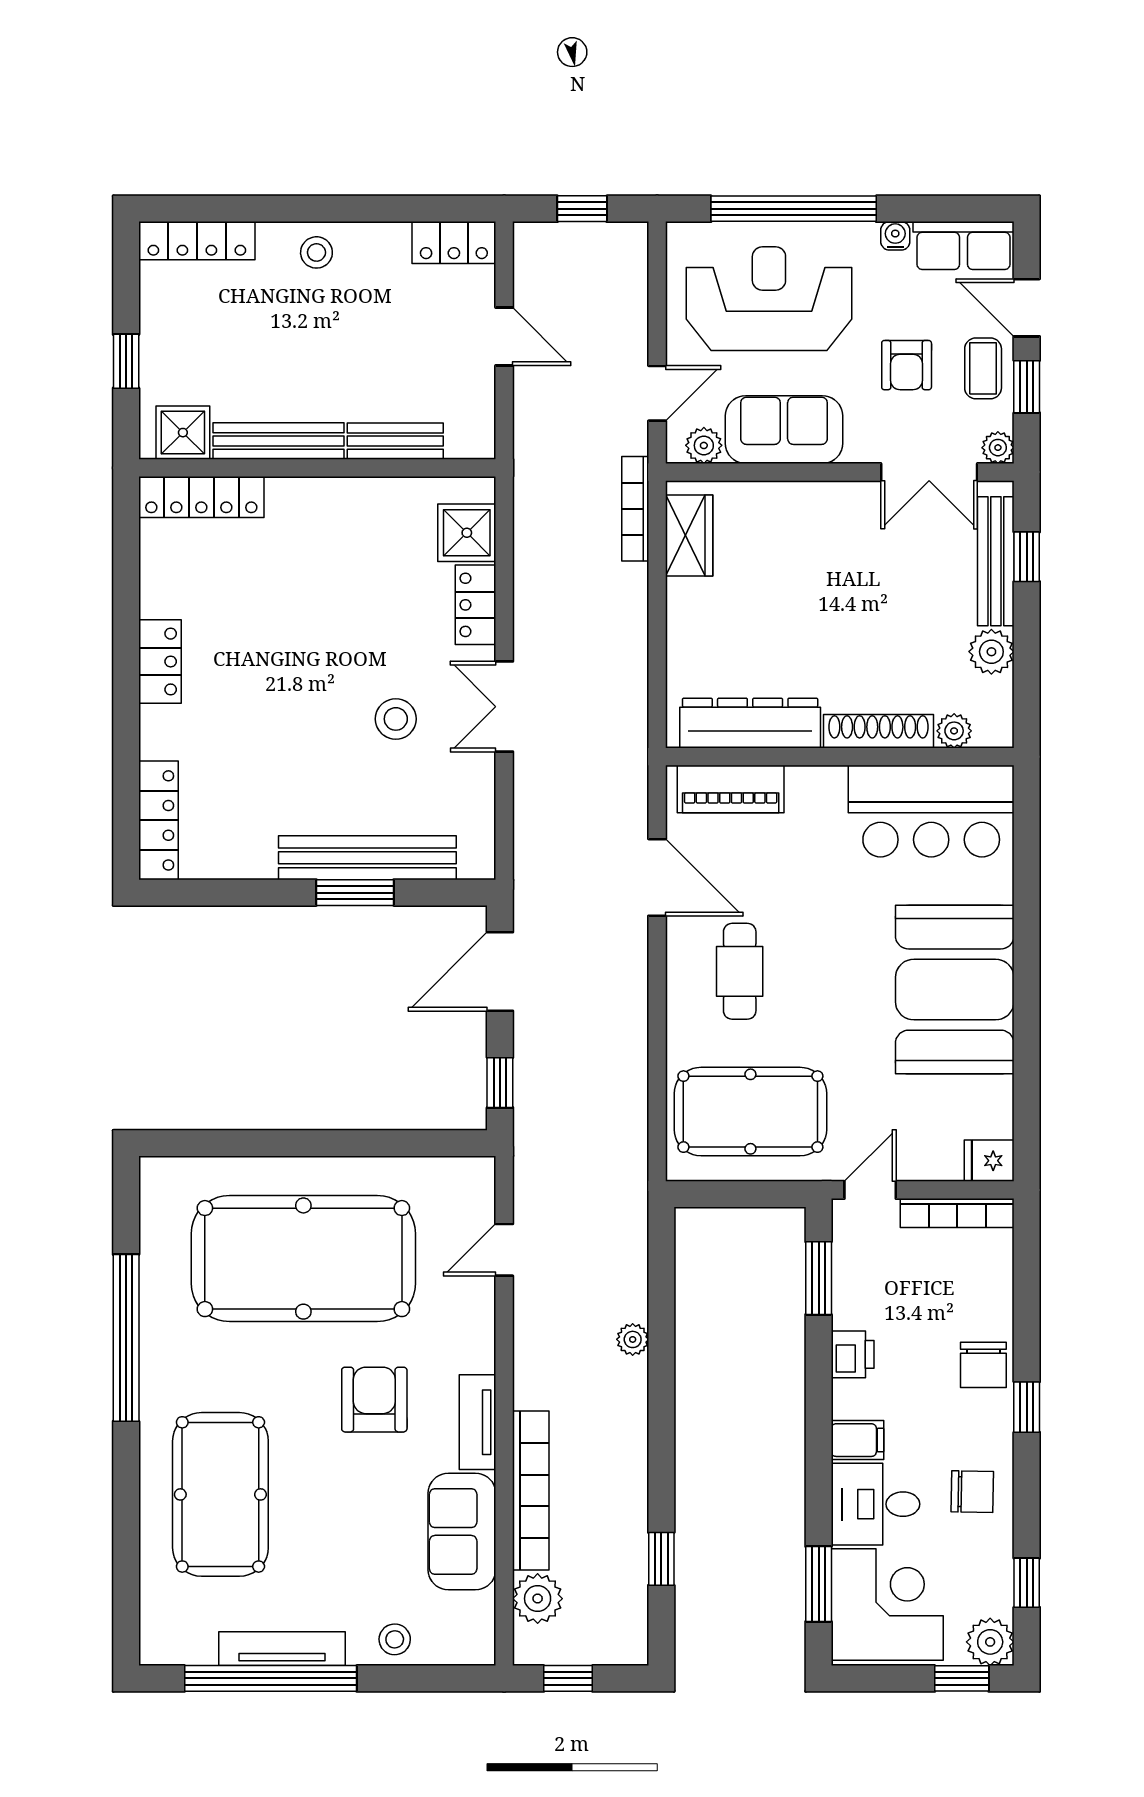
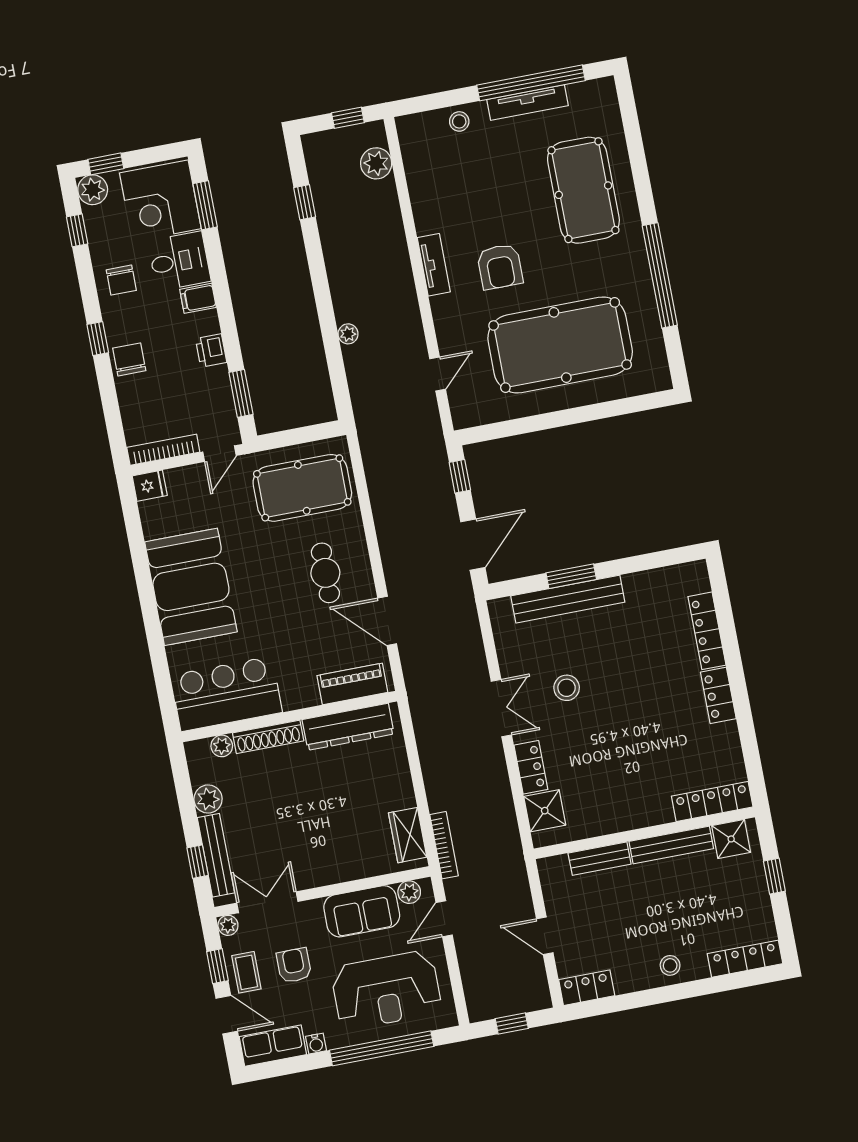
locker: (159, 820) -> (707, 631), moved
bookcase: (531, 1491) -> (393, 229), removed
chair: (972, 1492) -> (121, 280), turned -91
sofa: (462, 1531) -> (431, 196), removed

